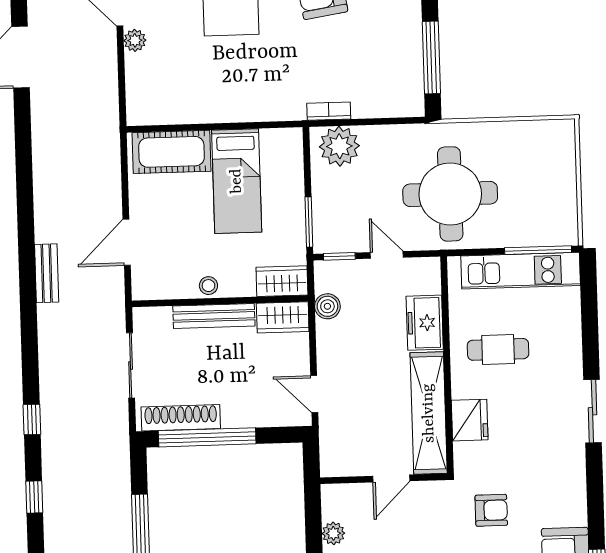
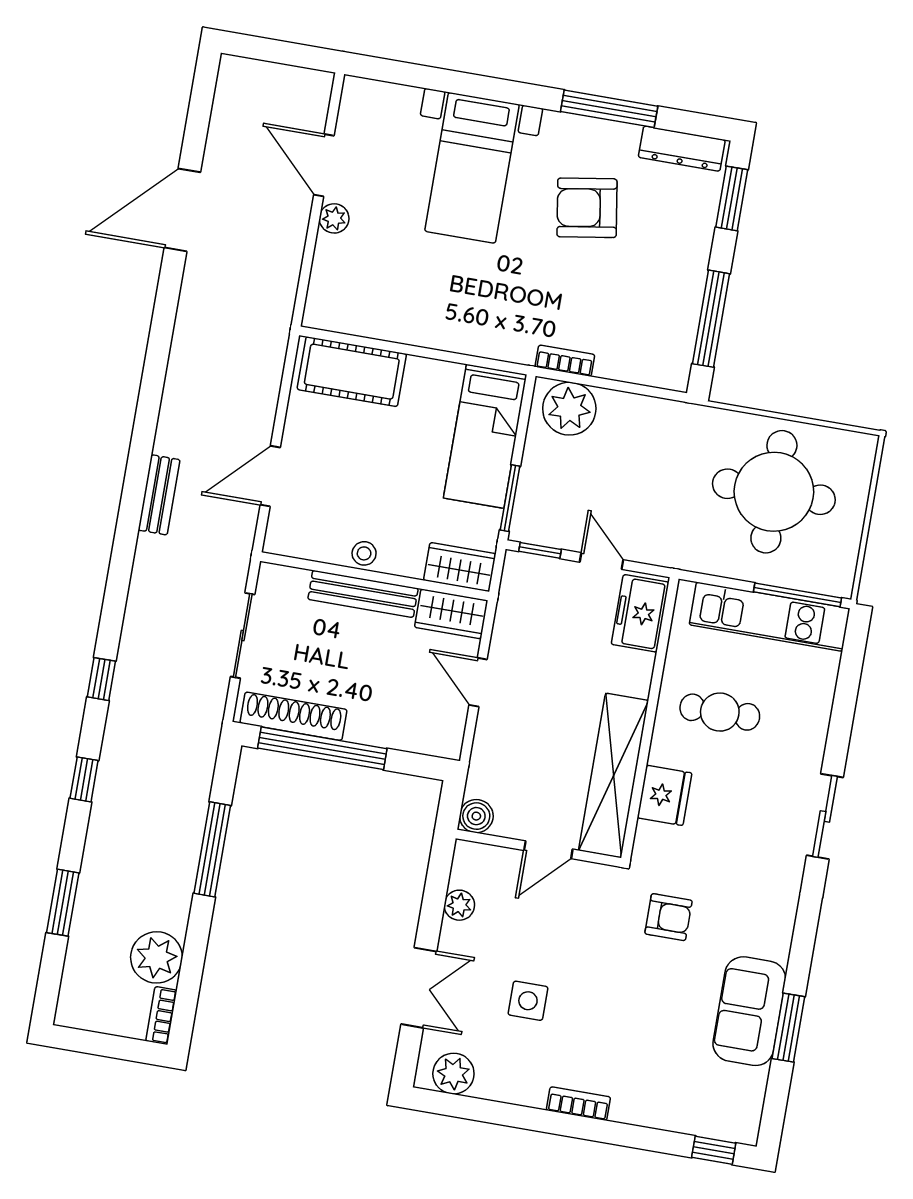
bed: (237, 181) -> (485, 436), moved
round table: (450, 194) -> (774, 492), moved
boiler: (327, 306) -> (476, 816), moved
freezer: (425, 323) -> (640, 613), moved
door: (314, 394) -> (478, 682), moved

